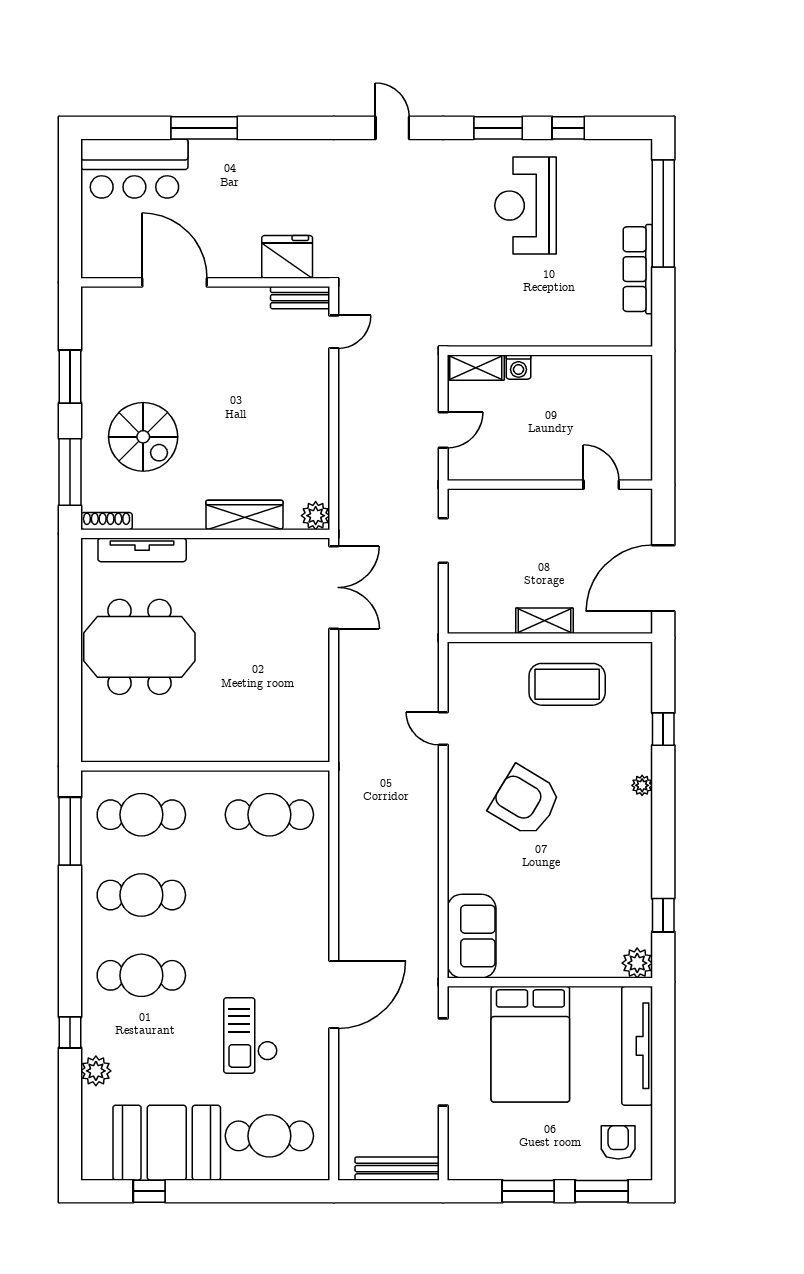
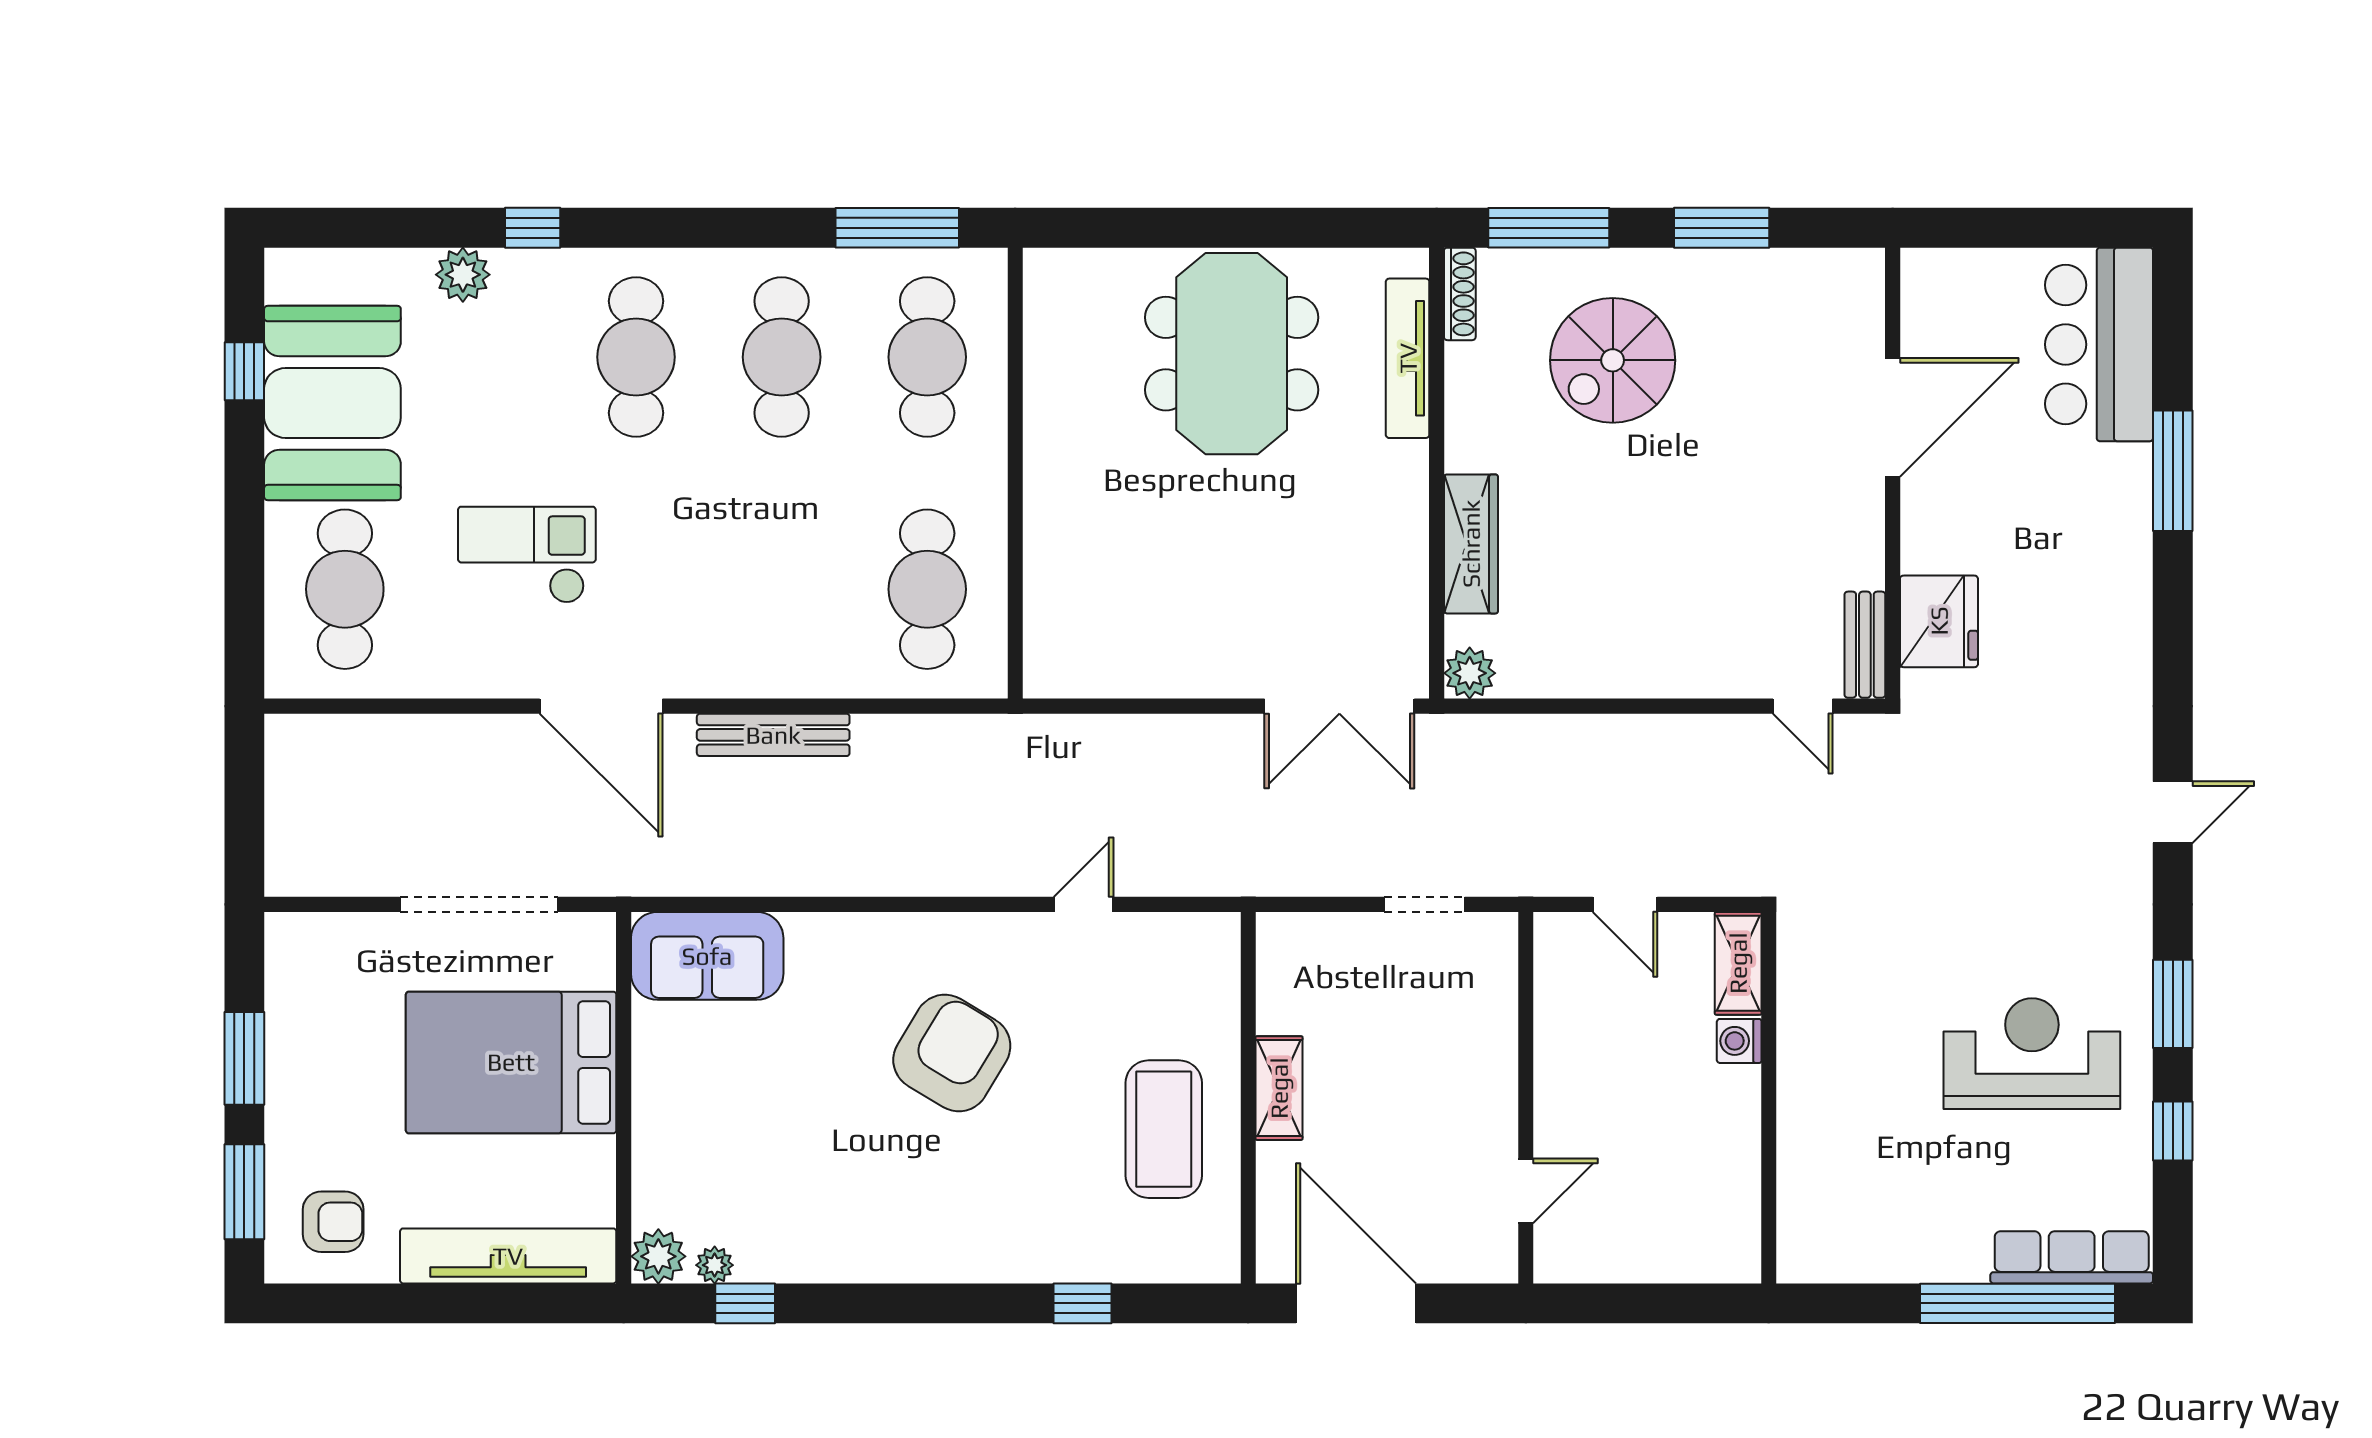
row of seats: (638, 269) -> (2072, 1257), moved
plant: (642, 785) -> (715, 1265), moved
bench: (397, 1169) -> (773, 735), moved, turned 90

